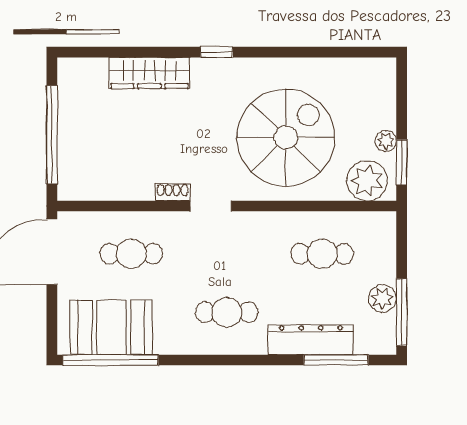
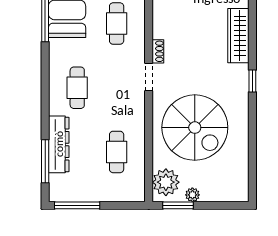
plant: (383, 299) -> (86, 193), removed

